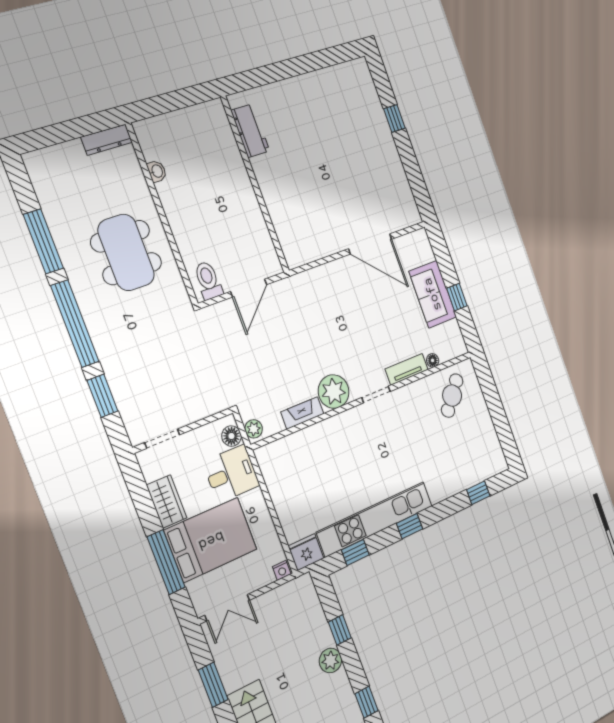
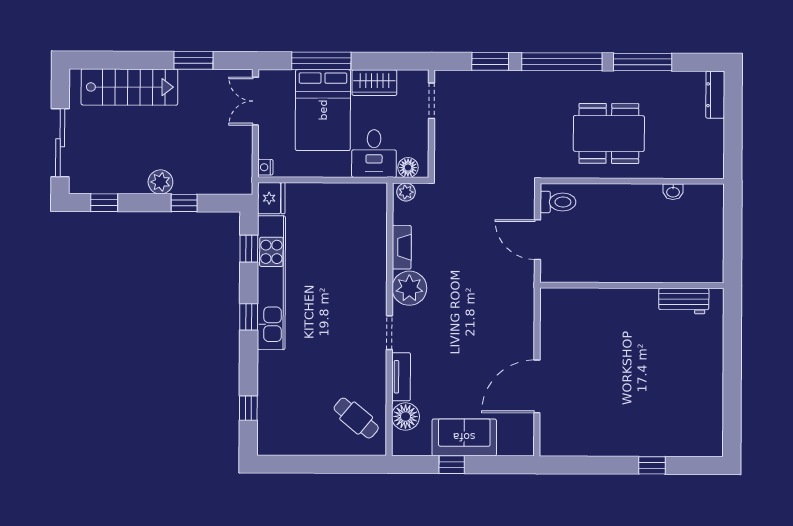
dresser: (107, 140) -> (715, 95), moved
floor lamp: (433, 360) -> (406, 416), width x1.89, depth x1.89

